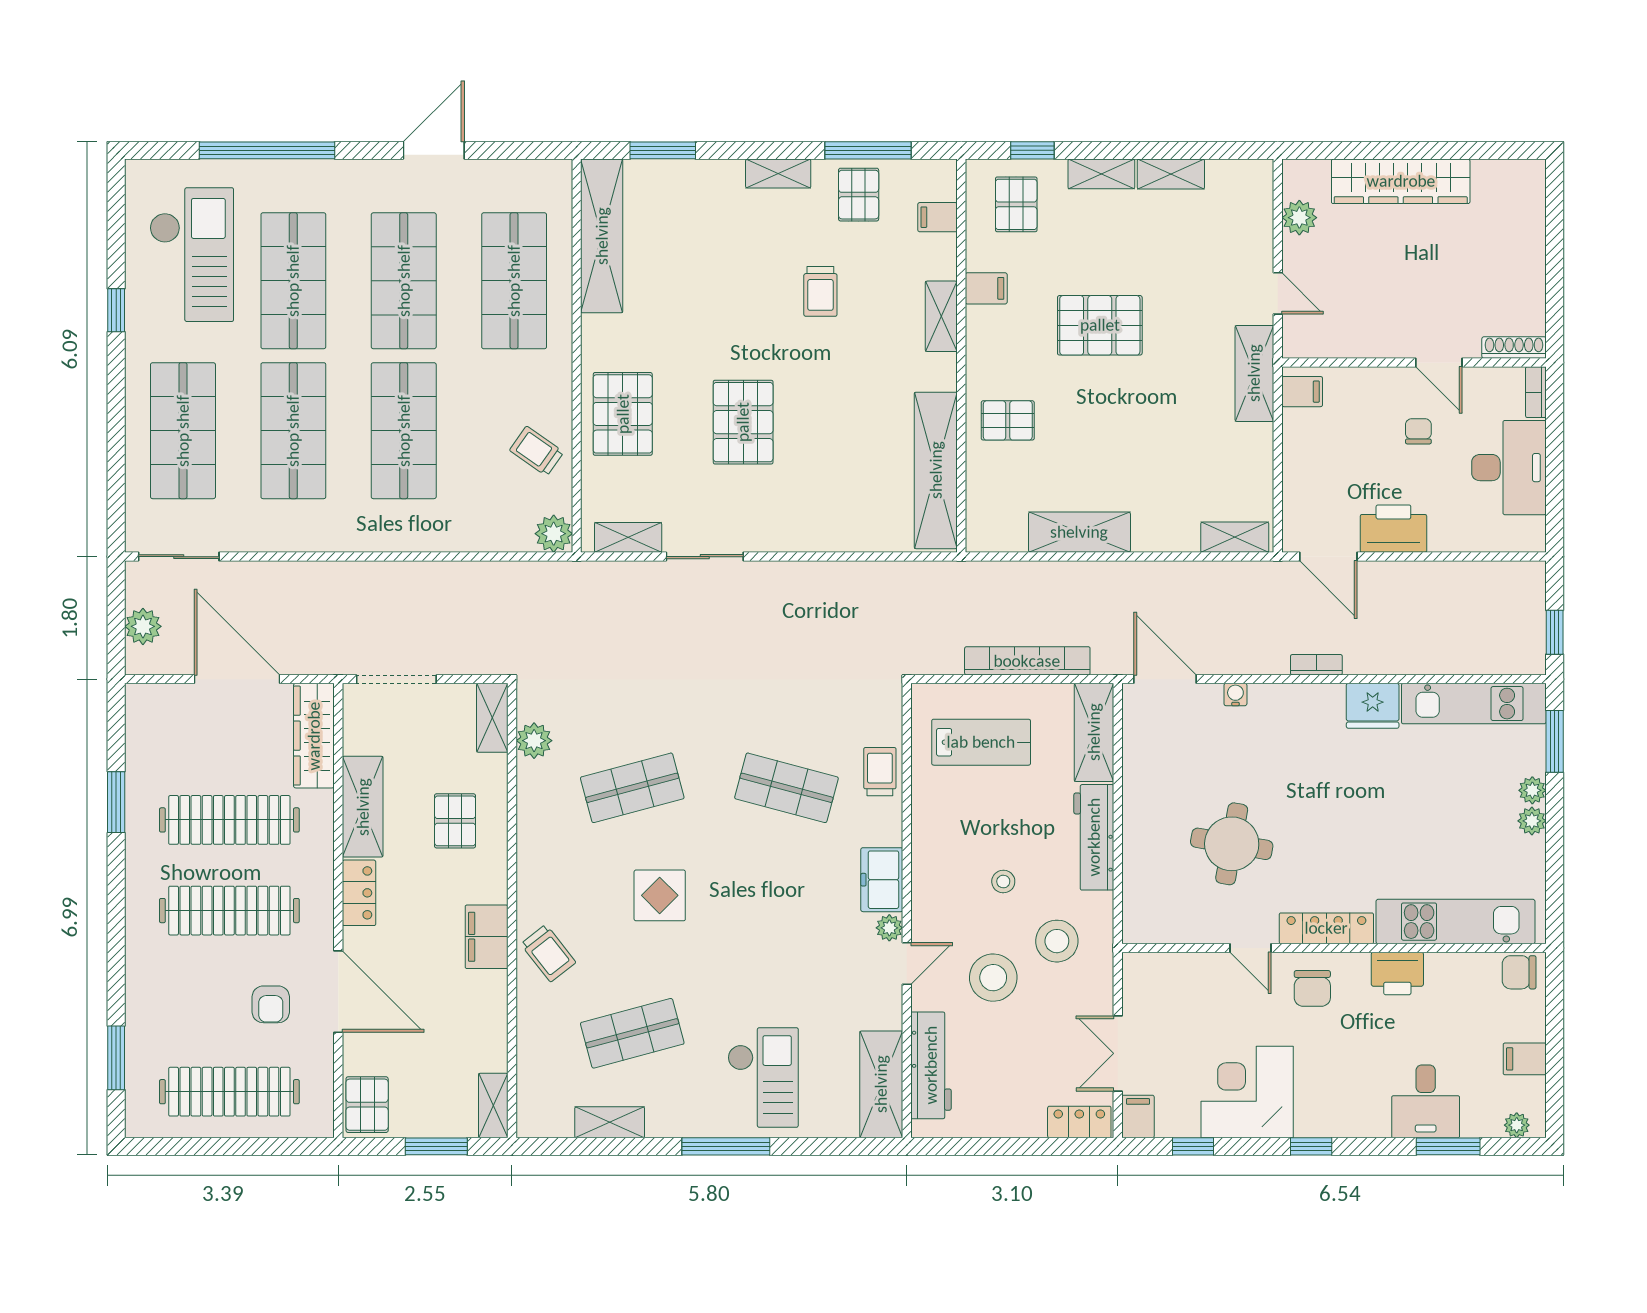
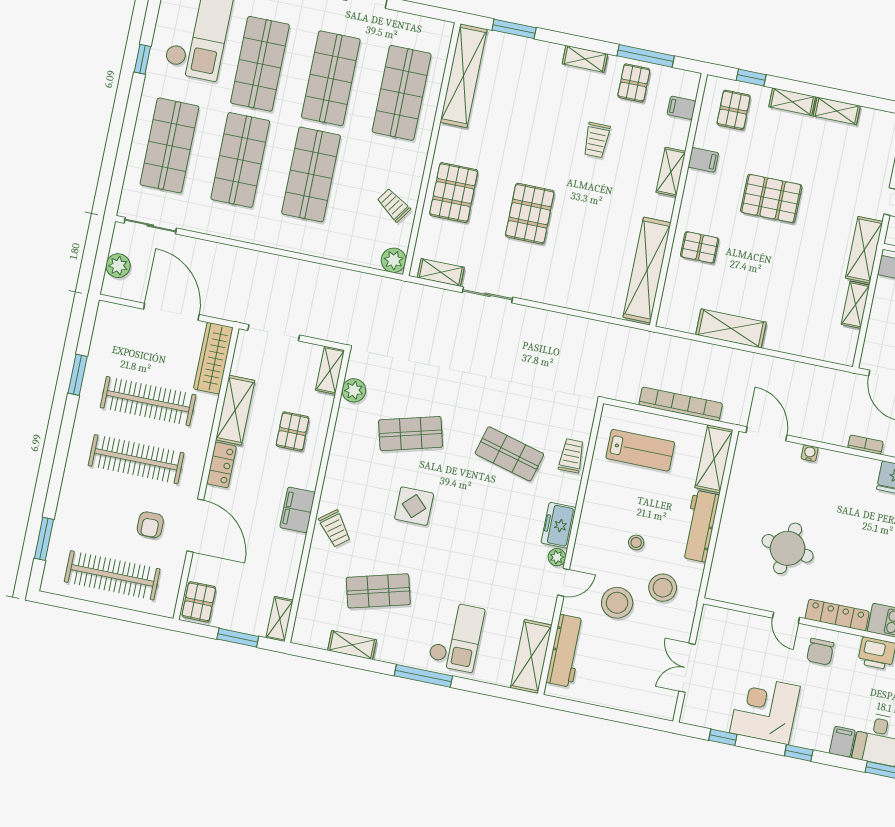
shelving: (1235, 537) -> (855, 305), moved, turned 90
filing cabinet: (1138, 1116) -> (842, 742), moved
locker: (1079, 1122) -> (653, 707), removed

